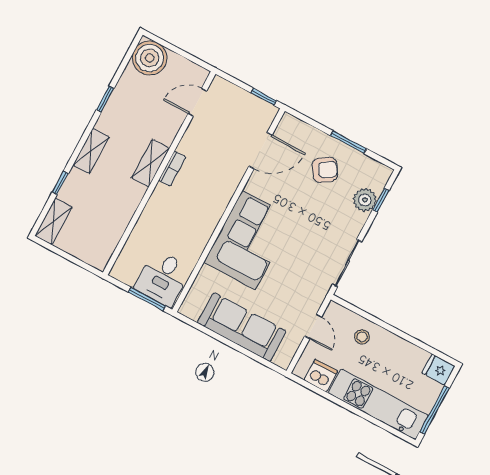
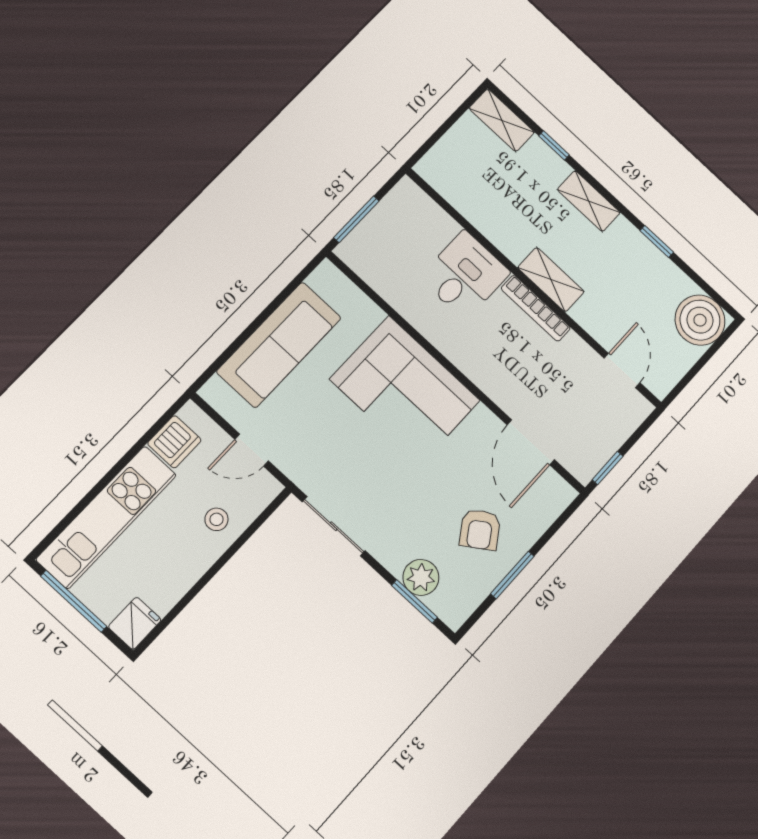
bookcase: (172, 169) -> (536, 308), width x1.56
window: (381, 200) -> (415, 601), width x1.50
desk: (163, 278) -> (465, 275), moved, turned 90

